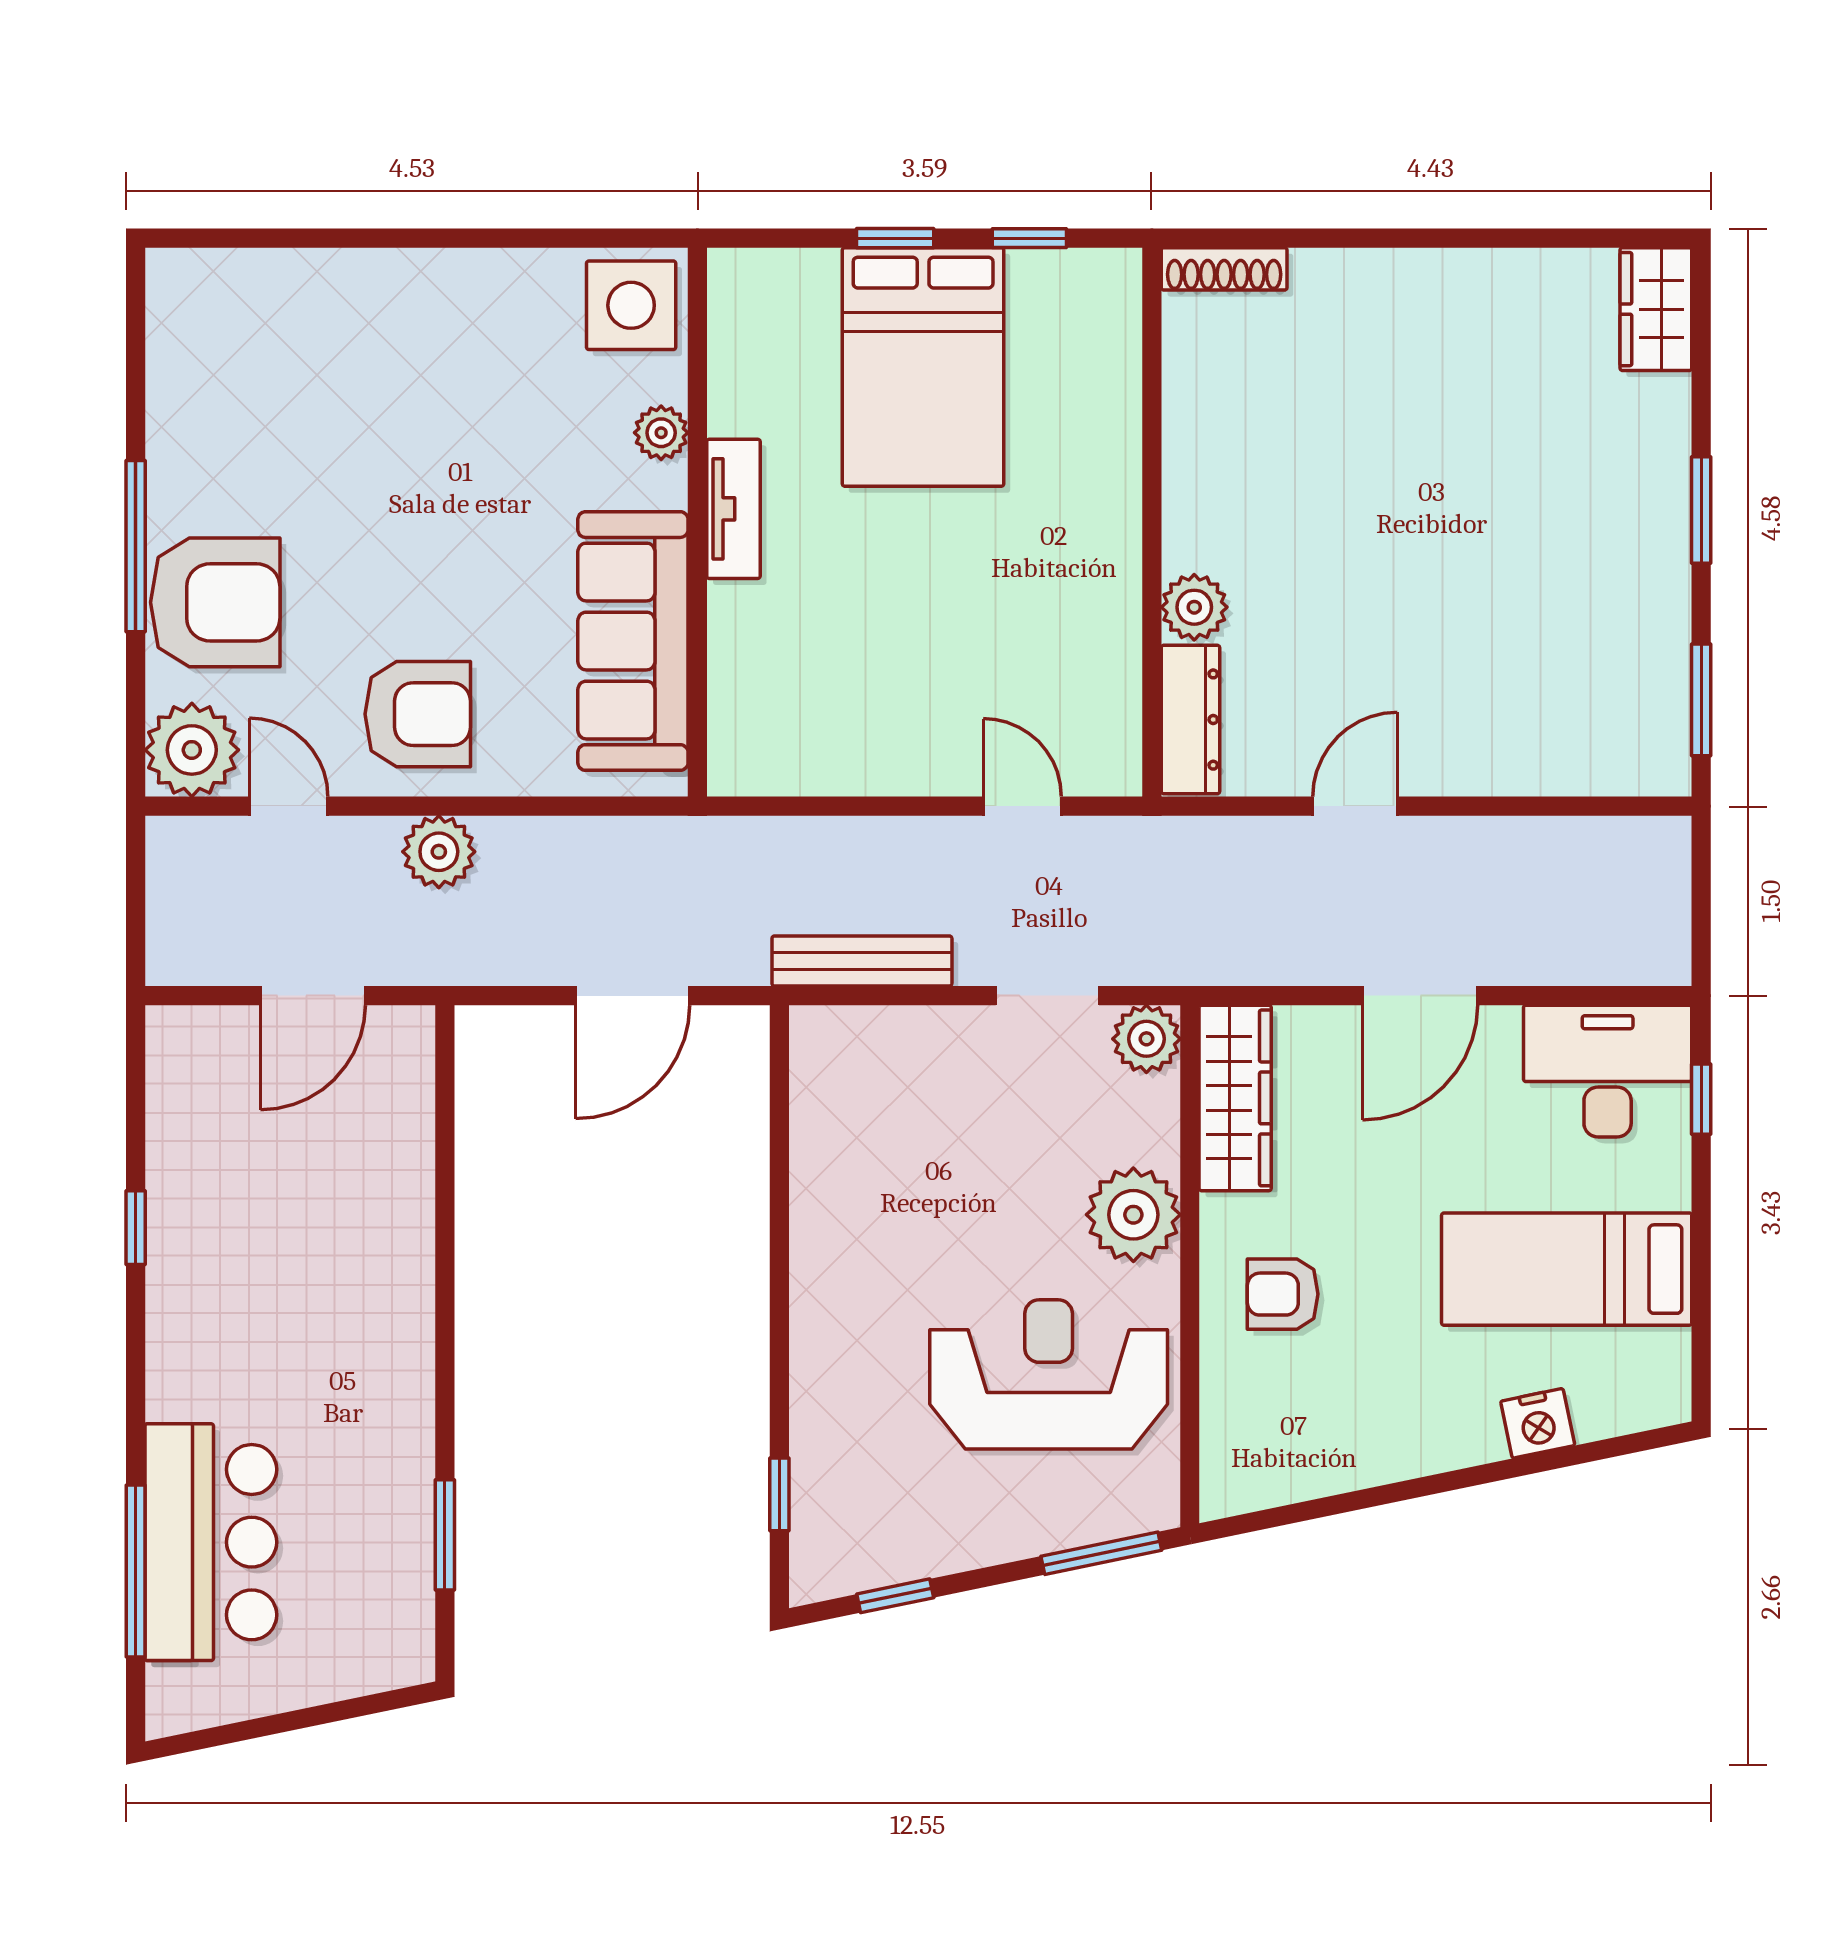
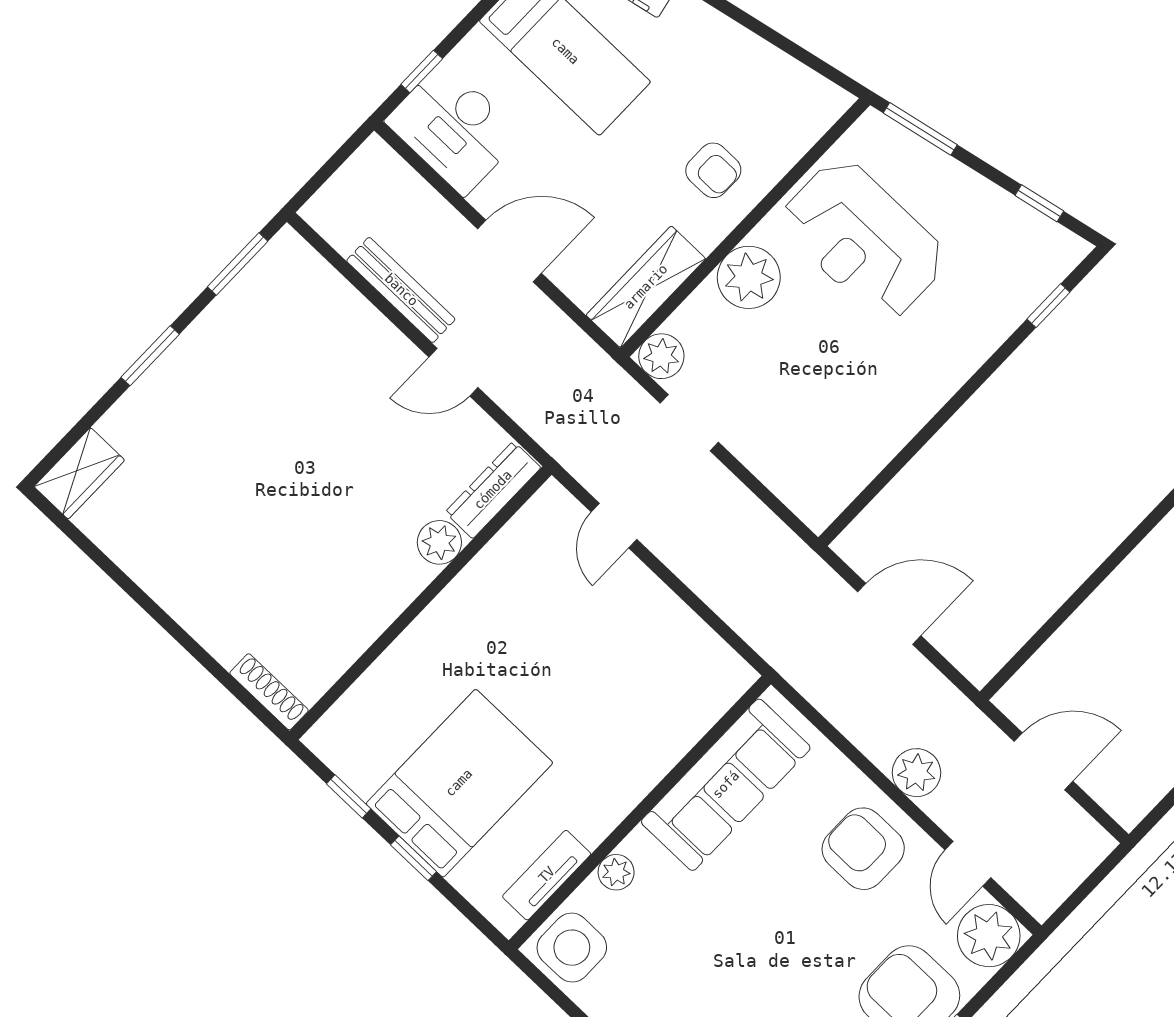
tv unit: (733, 509) -> (547, 875), moved
bench: (862, 961) -> (401, 290), moved

